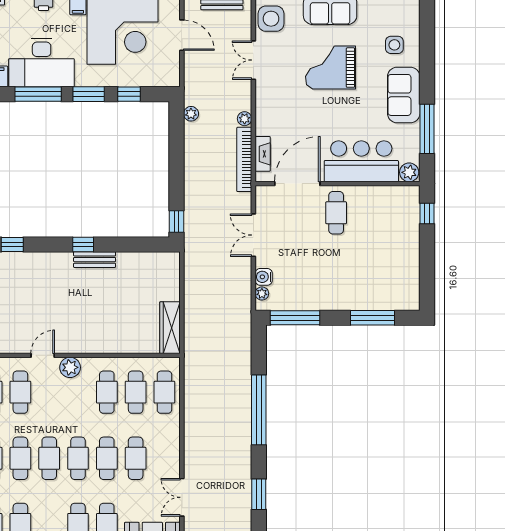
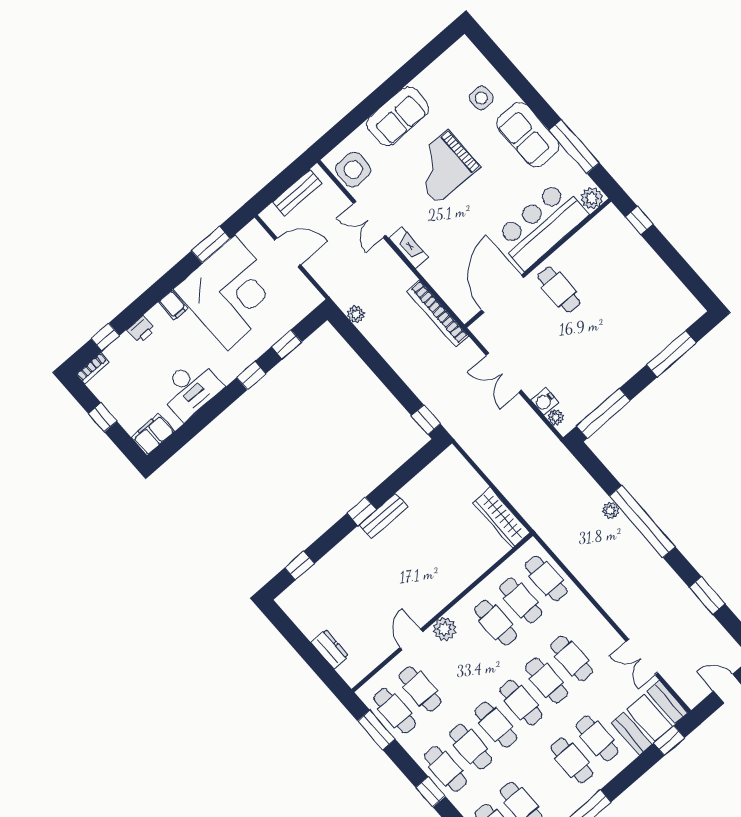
desk: (42, 63) -> (190, 389), width x0.73, depth x0.77
window: (38, 94) -> (207, 414), removed
window: (89, 94) -> (251, 375), width x0.67
plant: (245, 119) -> (611, 510), moved
fireplace: (263, 154) -> (408, 248), moved

